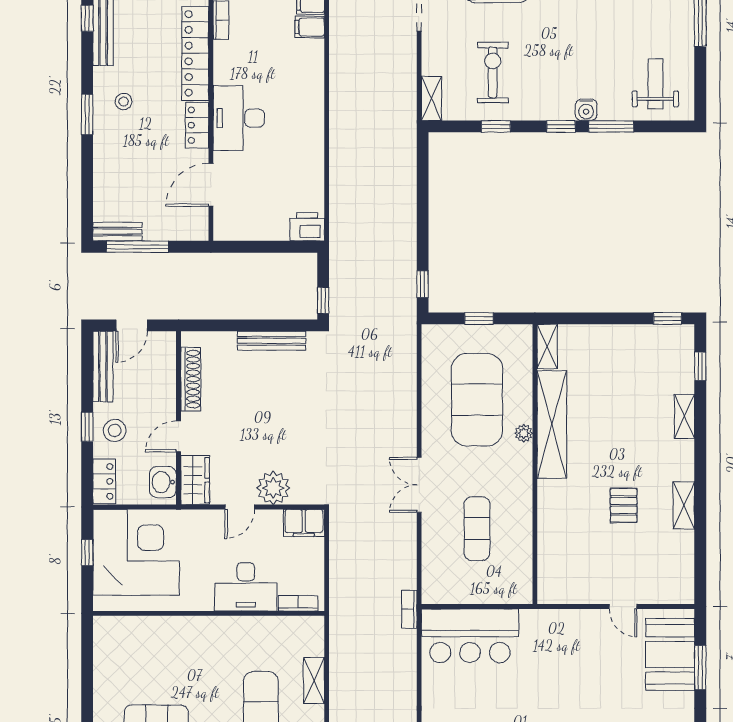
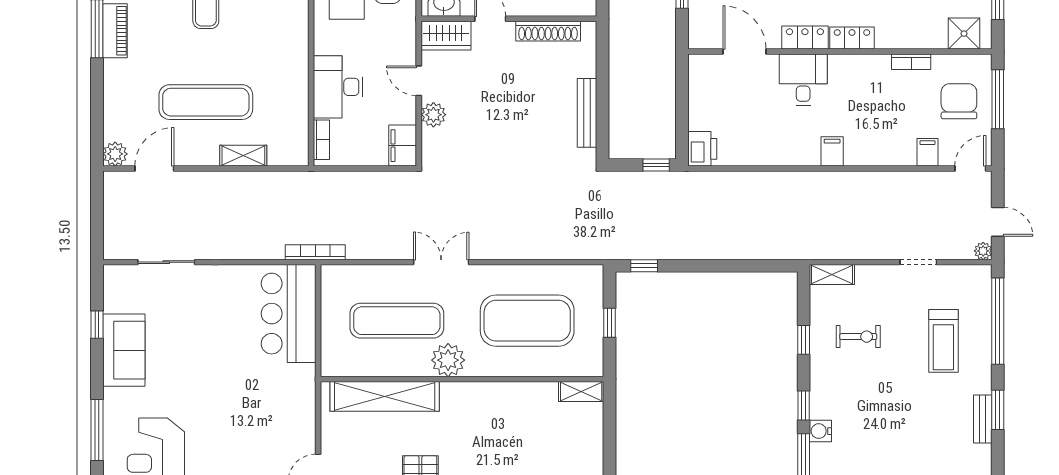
filing cabinet: (310, 27) -> (832, 151), moved
locker: (195, 53) -> (852, 38), width x0.46, depth x0.83
exercise bike: (493, 72) -> (858, 337), width x0.73, depth x0.72
desk: (239, 118) -> (803, 80), width x0.73
window: (323, 300) -> (656, 165), moved
shelving: (552, 425) -> (385, 396), moved
plant: (524, 433) -> (448, 360), moved, width x1.87, depth x1.87
plant: (273, 488) -> (433, 115), width x0.73, depth x0.73
exercise mat: (477, 529) -> (397, 321), width x1.36, depth x1.45
bookcase: (409, 609) -> (315, 252), width x1.56

